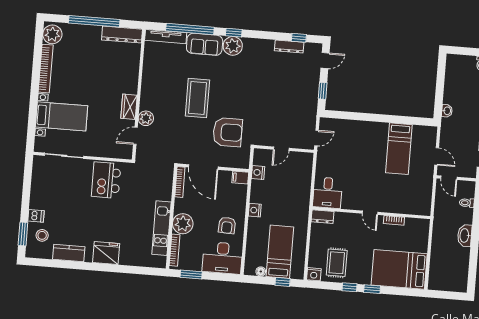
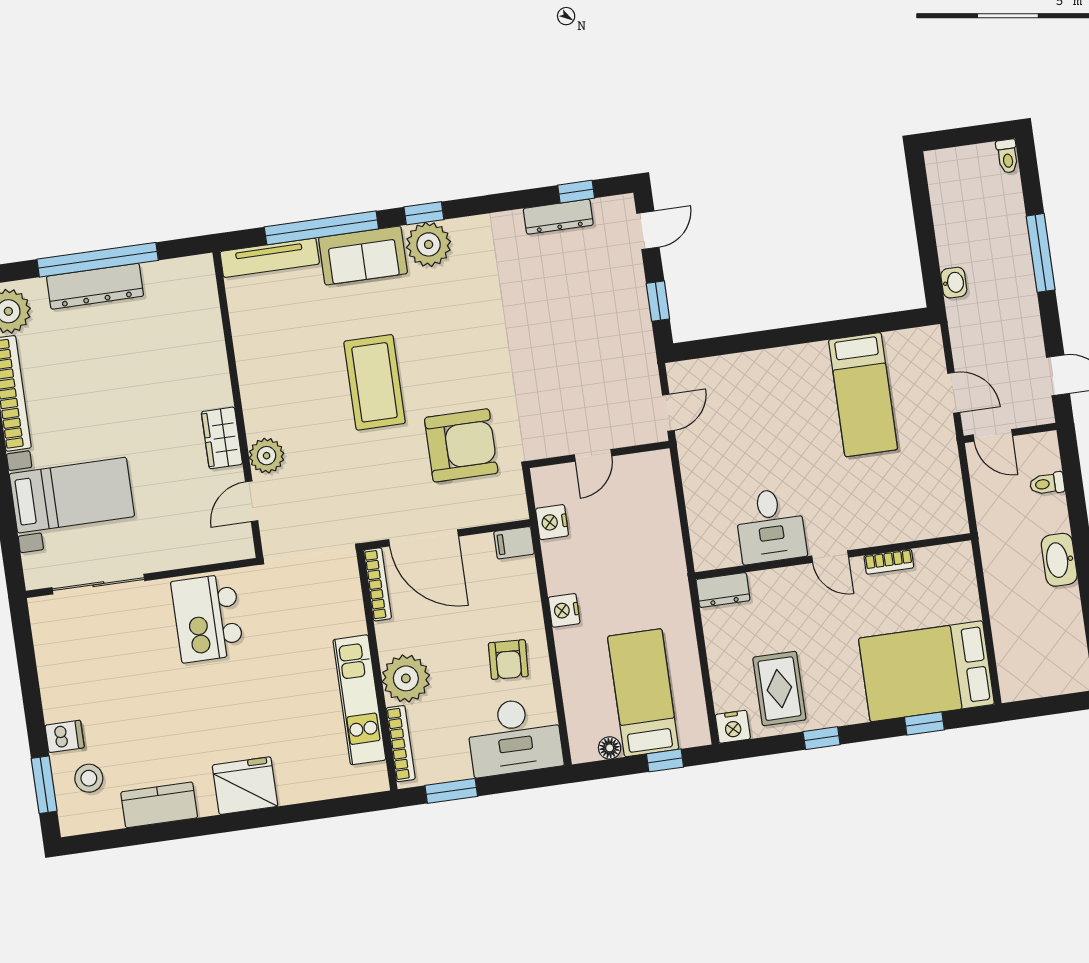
dresser: (122, 35) -> (95, 286), moved
desk: (328, 193) -> (770, 526), moved
window: (372, 289) -> (924, 724), moved

